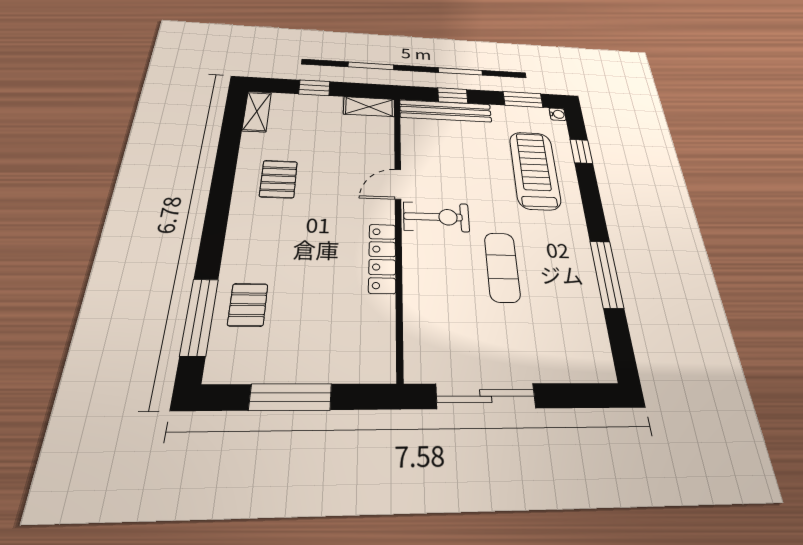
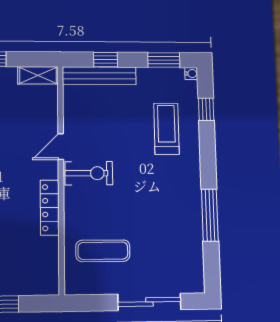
treadmill: (535, 170) -> (166, 129), width x0.73, depth x0.73
exercise mat: (502, 267) -> (103, 251), moved, turned 90
sliding door: (486, 396) -> (149, 302), moved

